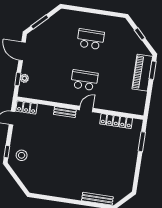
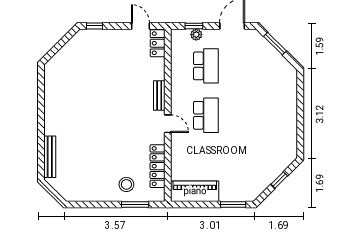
school desk: (91, 39) -> (206, 66), moved
piano: (142, 73) -> (195, 191), moved
stool: (22, 155) -> (126, 184), moved

